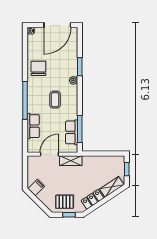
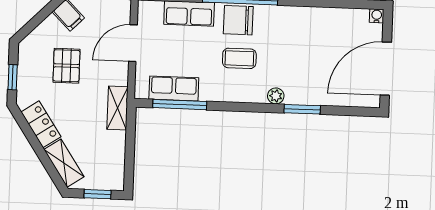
door: (57, 25) -> (386, 69), hinge flipped
chair: (38, 68) -> (238, 20), moved, turned 180
door: (49, 154) -> (133, 43), swing flipped
shelving: (71, 161) -> (117, 108), moved
pallet: (65, 202) -> (66, 66), moved

